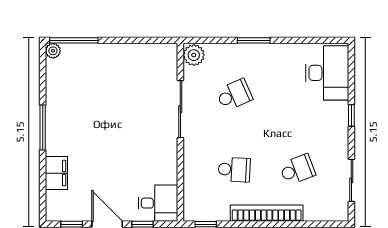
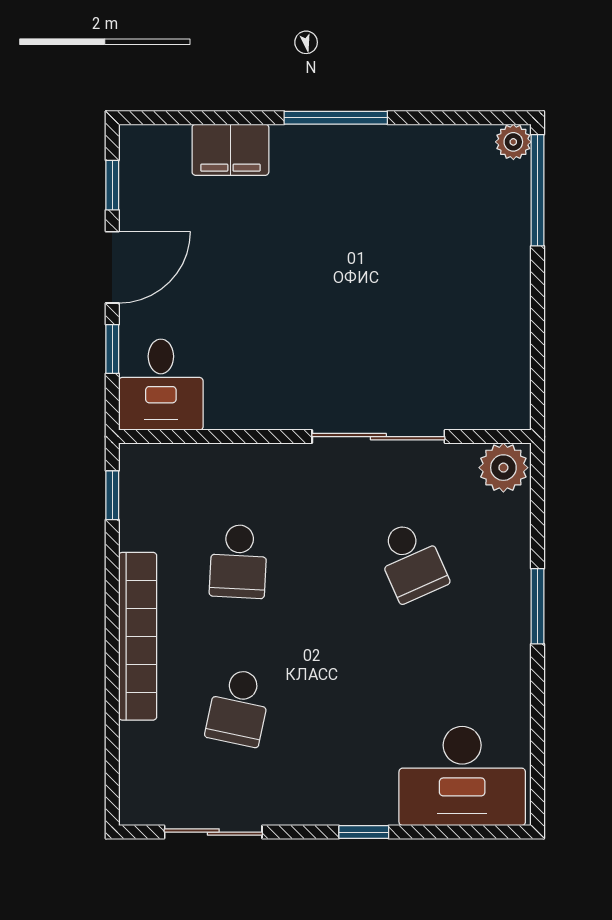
school desk: (297, 170) -> (238, 707), turned 33

